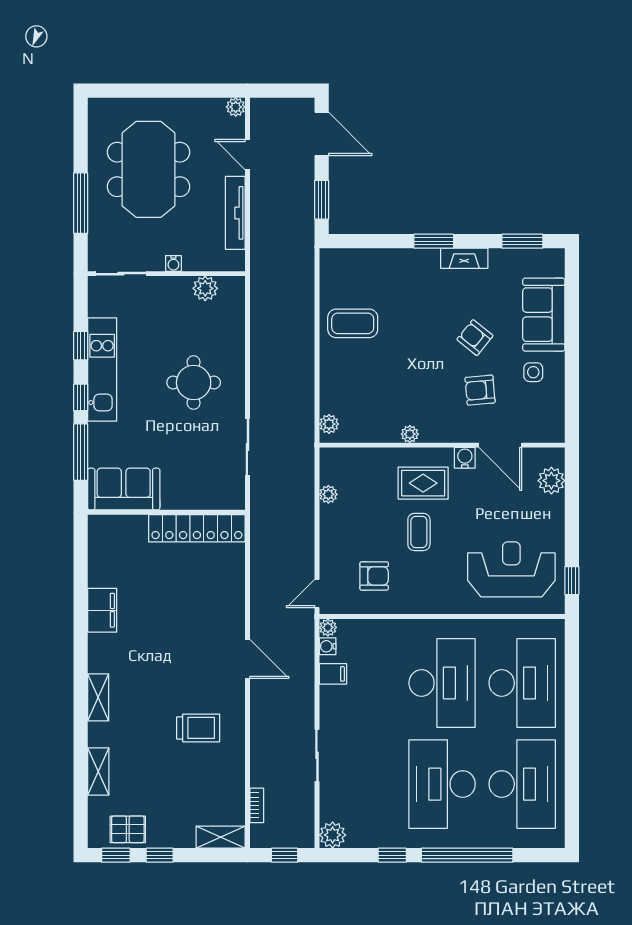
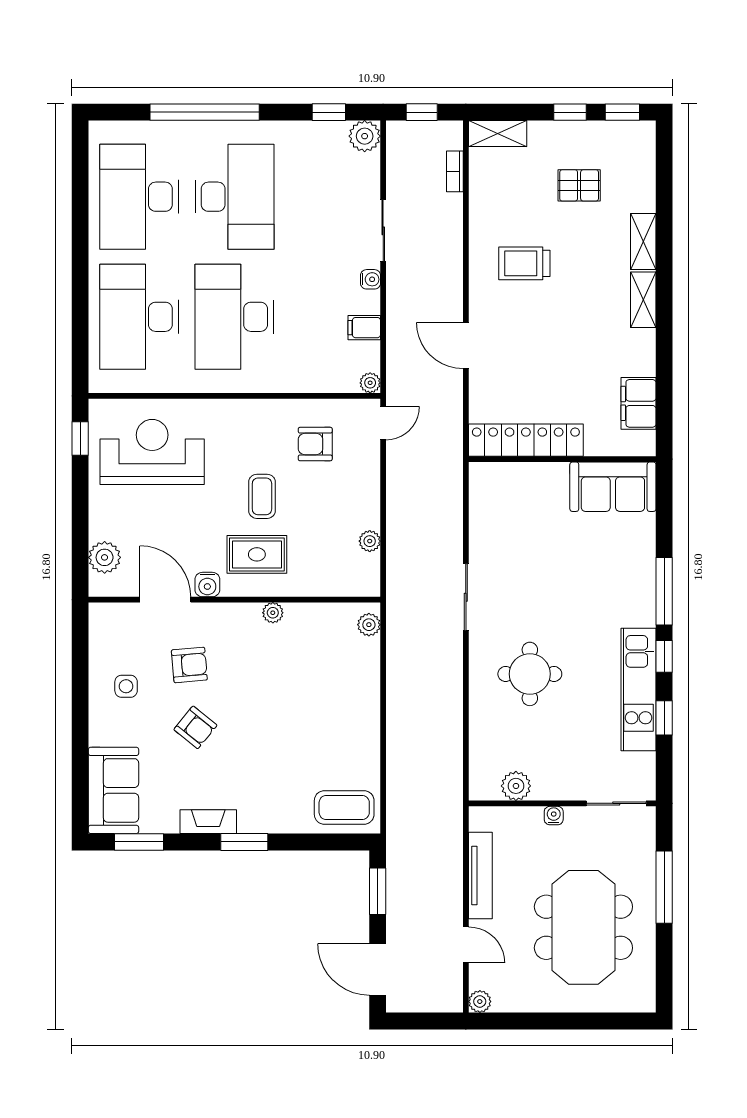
sofa: (544, 315) -> (113, 790), moved
coffee table: (353, 323) -> (344, 807), moved
sofa: (124, 489) -> (613, 487), moved
wall: (166, 512) -> (562, 459), moved
locker: (197, 528) -> (526, 440), moved
reception desk: (511, 569) -> (152, 452), turned 180
water cooler: (328, 646) -> (371, 279), moved
shelving: (98, 771) -> (643, 241), moved
pallet: (128, 829) -> (579, 185), moved
window: (392, 855) -> (329, 112), moved

